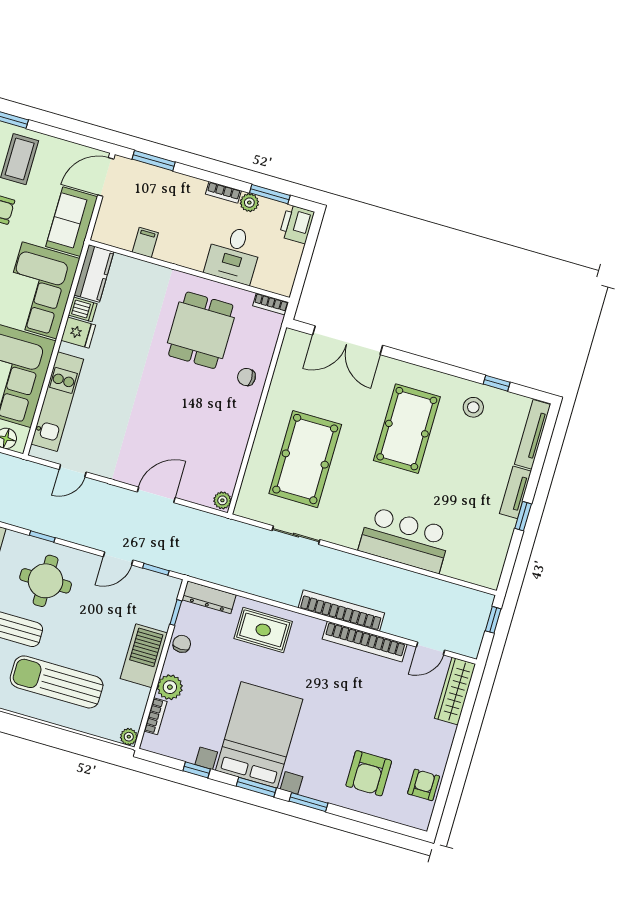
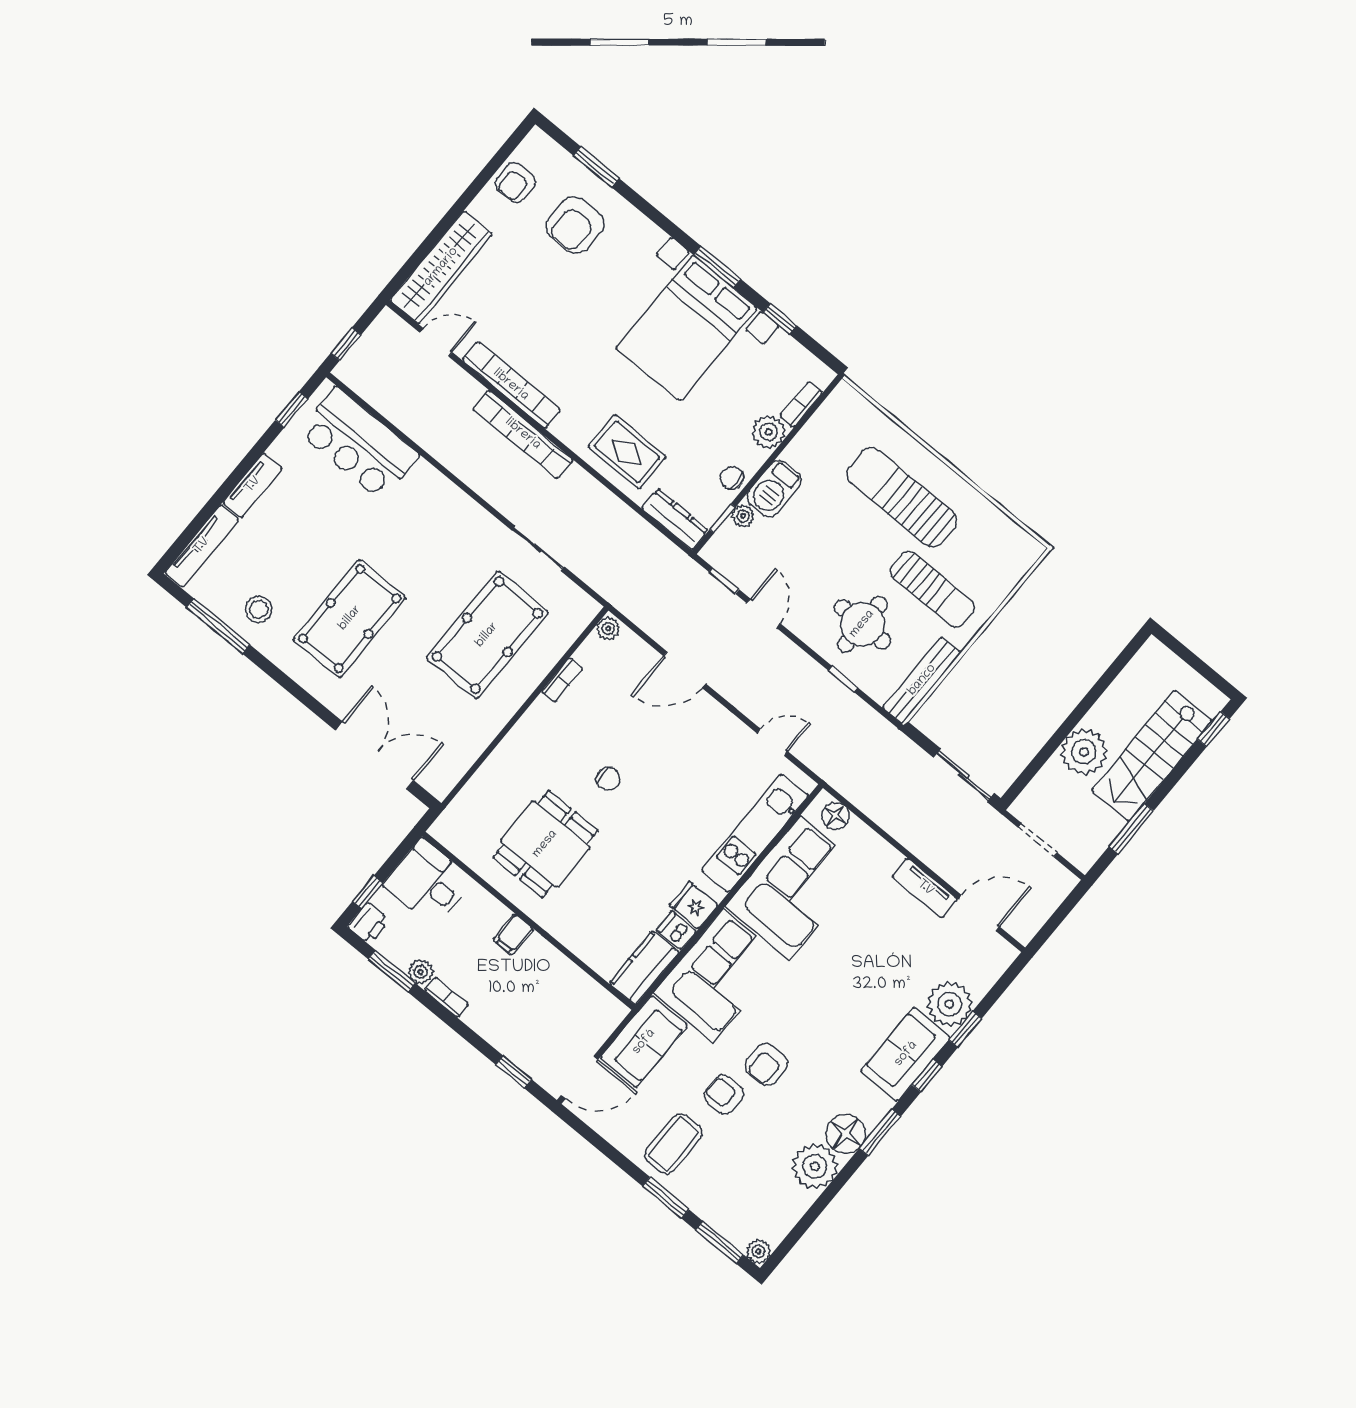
window: (154, 161) -> (514, 1072), width x0.67
printer: (297, 224) -> (369, 923), width x0.73, depth x0.81
filing cabinet: (145, 242) -> (514, 934), moved
window: (311, 242) -> (368, 892), added
desk: (234, 254) -> (428, 882), moved, turned -90
bookcase: (271, 304) -> (562, 680), moved, turned 90
chair: (246, 377) -> (608, 779), moved
window: (497, 383) -> (218, 626), width x2.17
window: (523, 516) -> (292, 409), moved
bar counter: (405, 540) -> (359, 444), moved
door: (118, 558) -> (764, 613), hinge flipped
chair: (182, 644) -> (732, 478), turned 90
barbecue: (144, 656) -> (774, 489), width x0.73, depth x0.83
sun lounger: (57, 682) -> (902, 497), turned 180
wardrobe: (455, 691) -> (441, 267), width x1.40, depth x1.17
plant: (129, 737) -> (743, 516), moved
armchair: (369, 773) -> (575, 225), turned 180
window: (308, 802) -> (596, 167), moved

